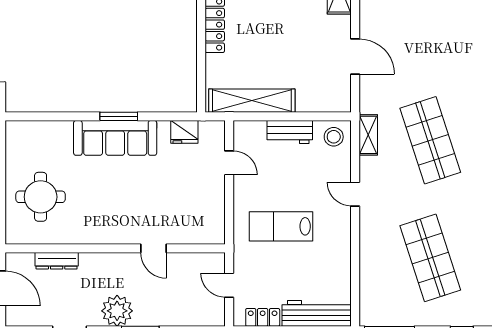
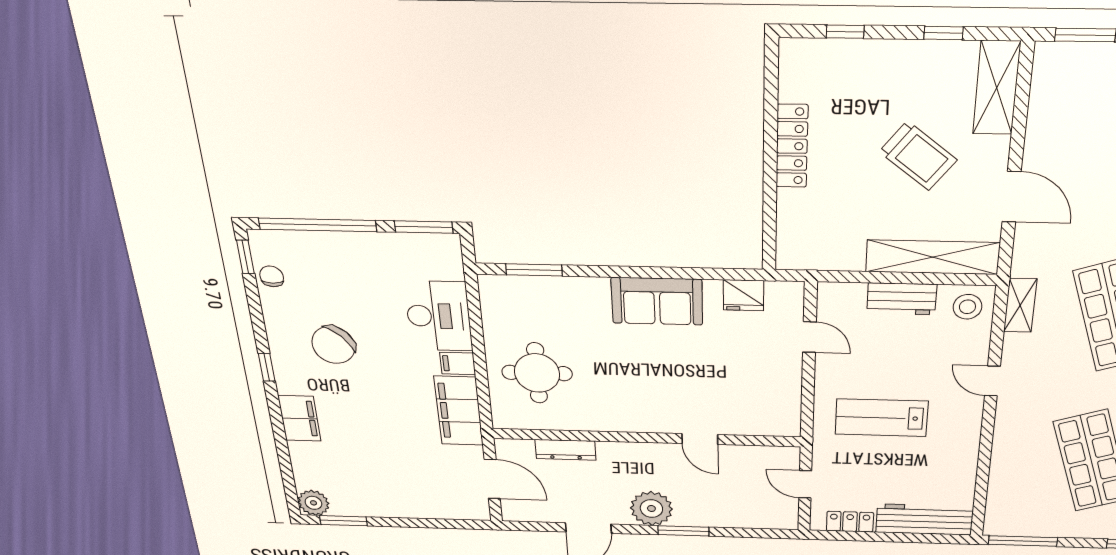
trolley: (294, 30) -> (918, 156), added
shelving: (252, 101) -> (933, 257), moved
window: (119, 116) -> (534, 270), moved
sofa: (115, 138) -> (657, 301), width x0.73

